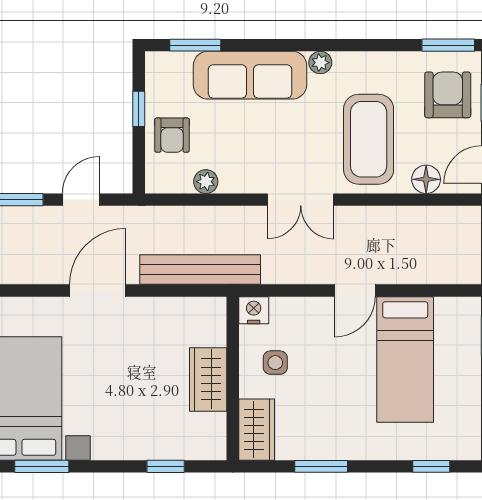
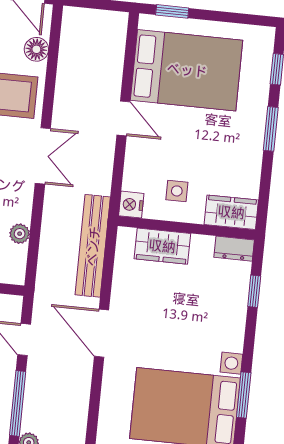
bed: (405, 360) -> (187, 70), width x1.50
wardrobe: (208, 379) -> (162, 246), moved
dresser: (214, 437) -> (234, 249), added
window: (321, 466) -> (271, 129), moved

